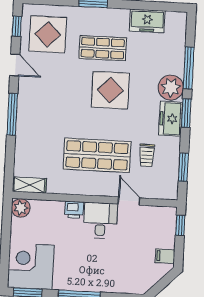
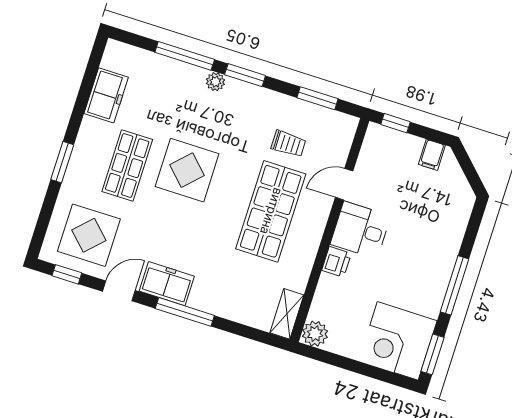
plant: (171, 88) -> (215, 82), width x0.53, depth x0.53
freezer: (171, 119) -> (167, 284), moved, turned 180

